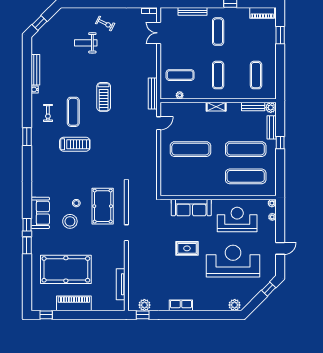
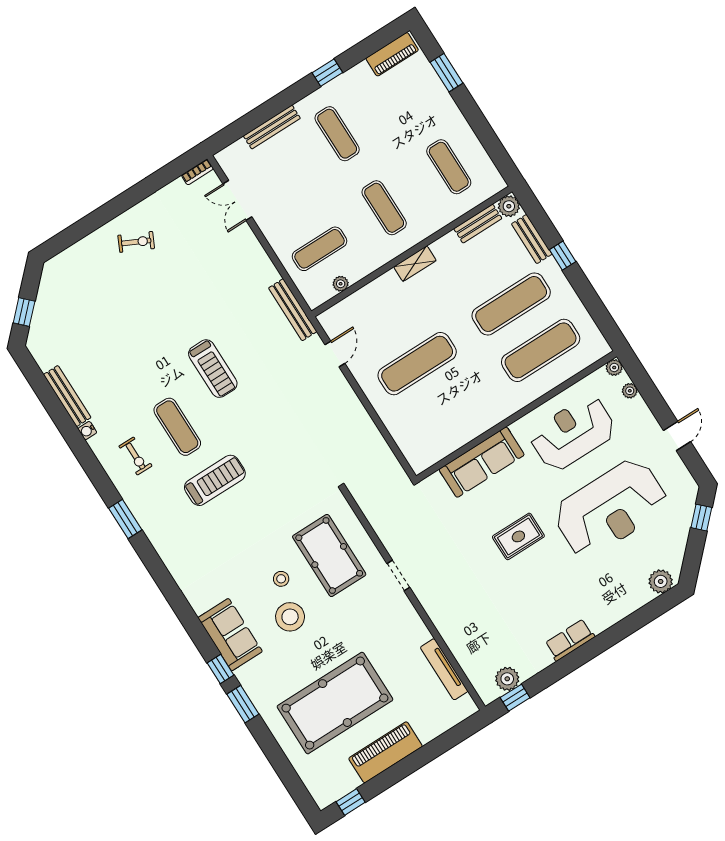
weight bench: (86, 43) -> (124, 296), removed
reception desk: (233, 261) -> (611, 508), turned 180

